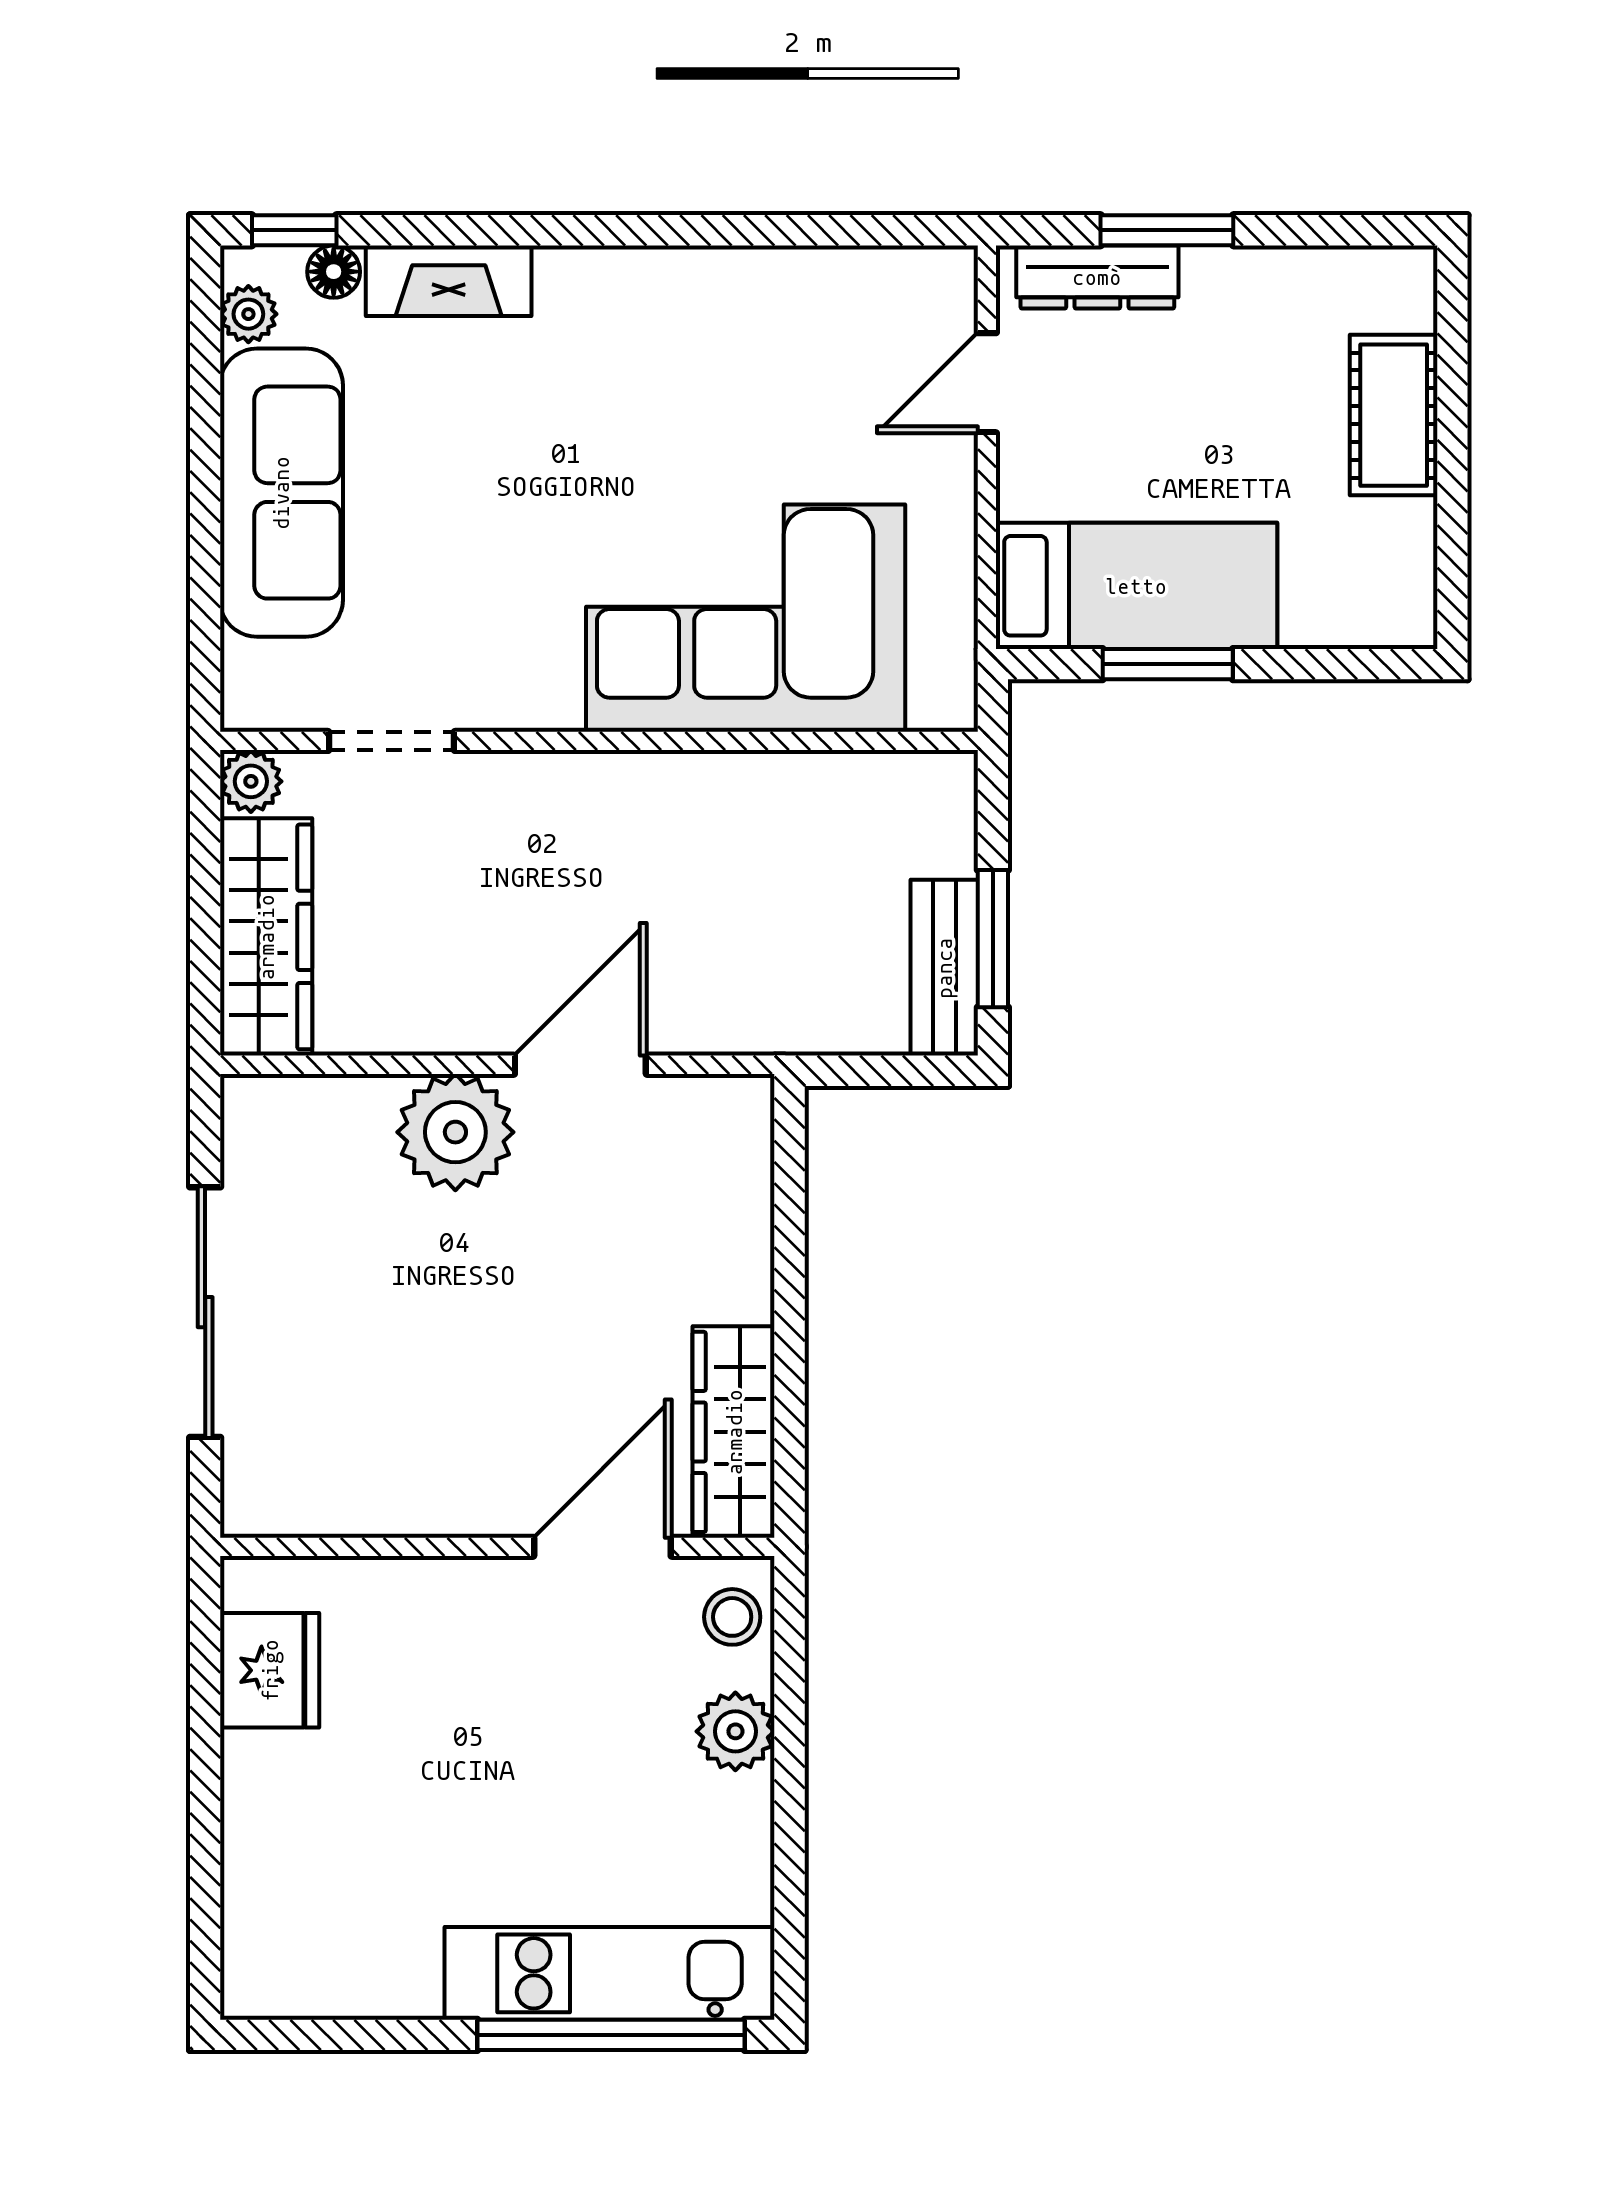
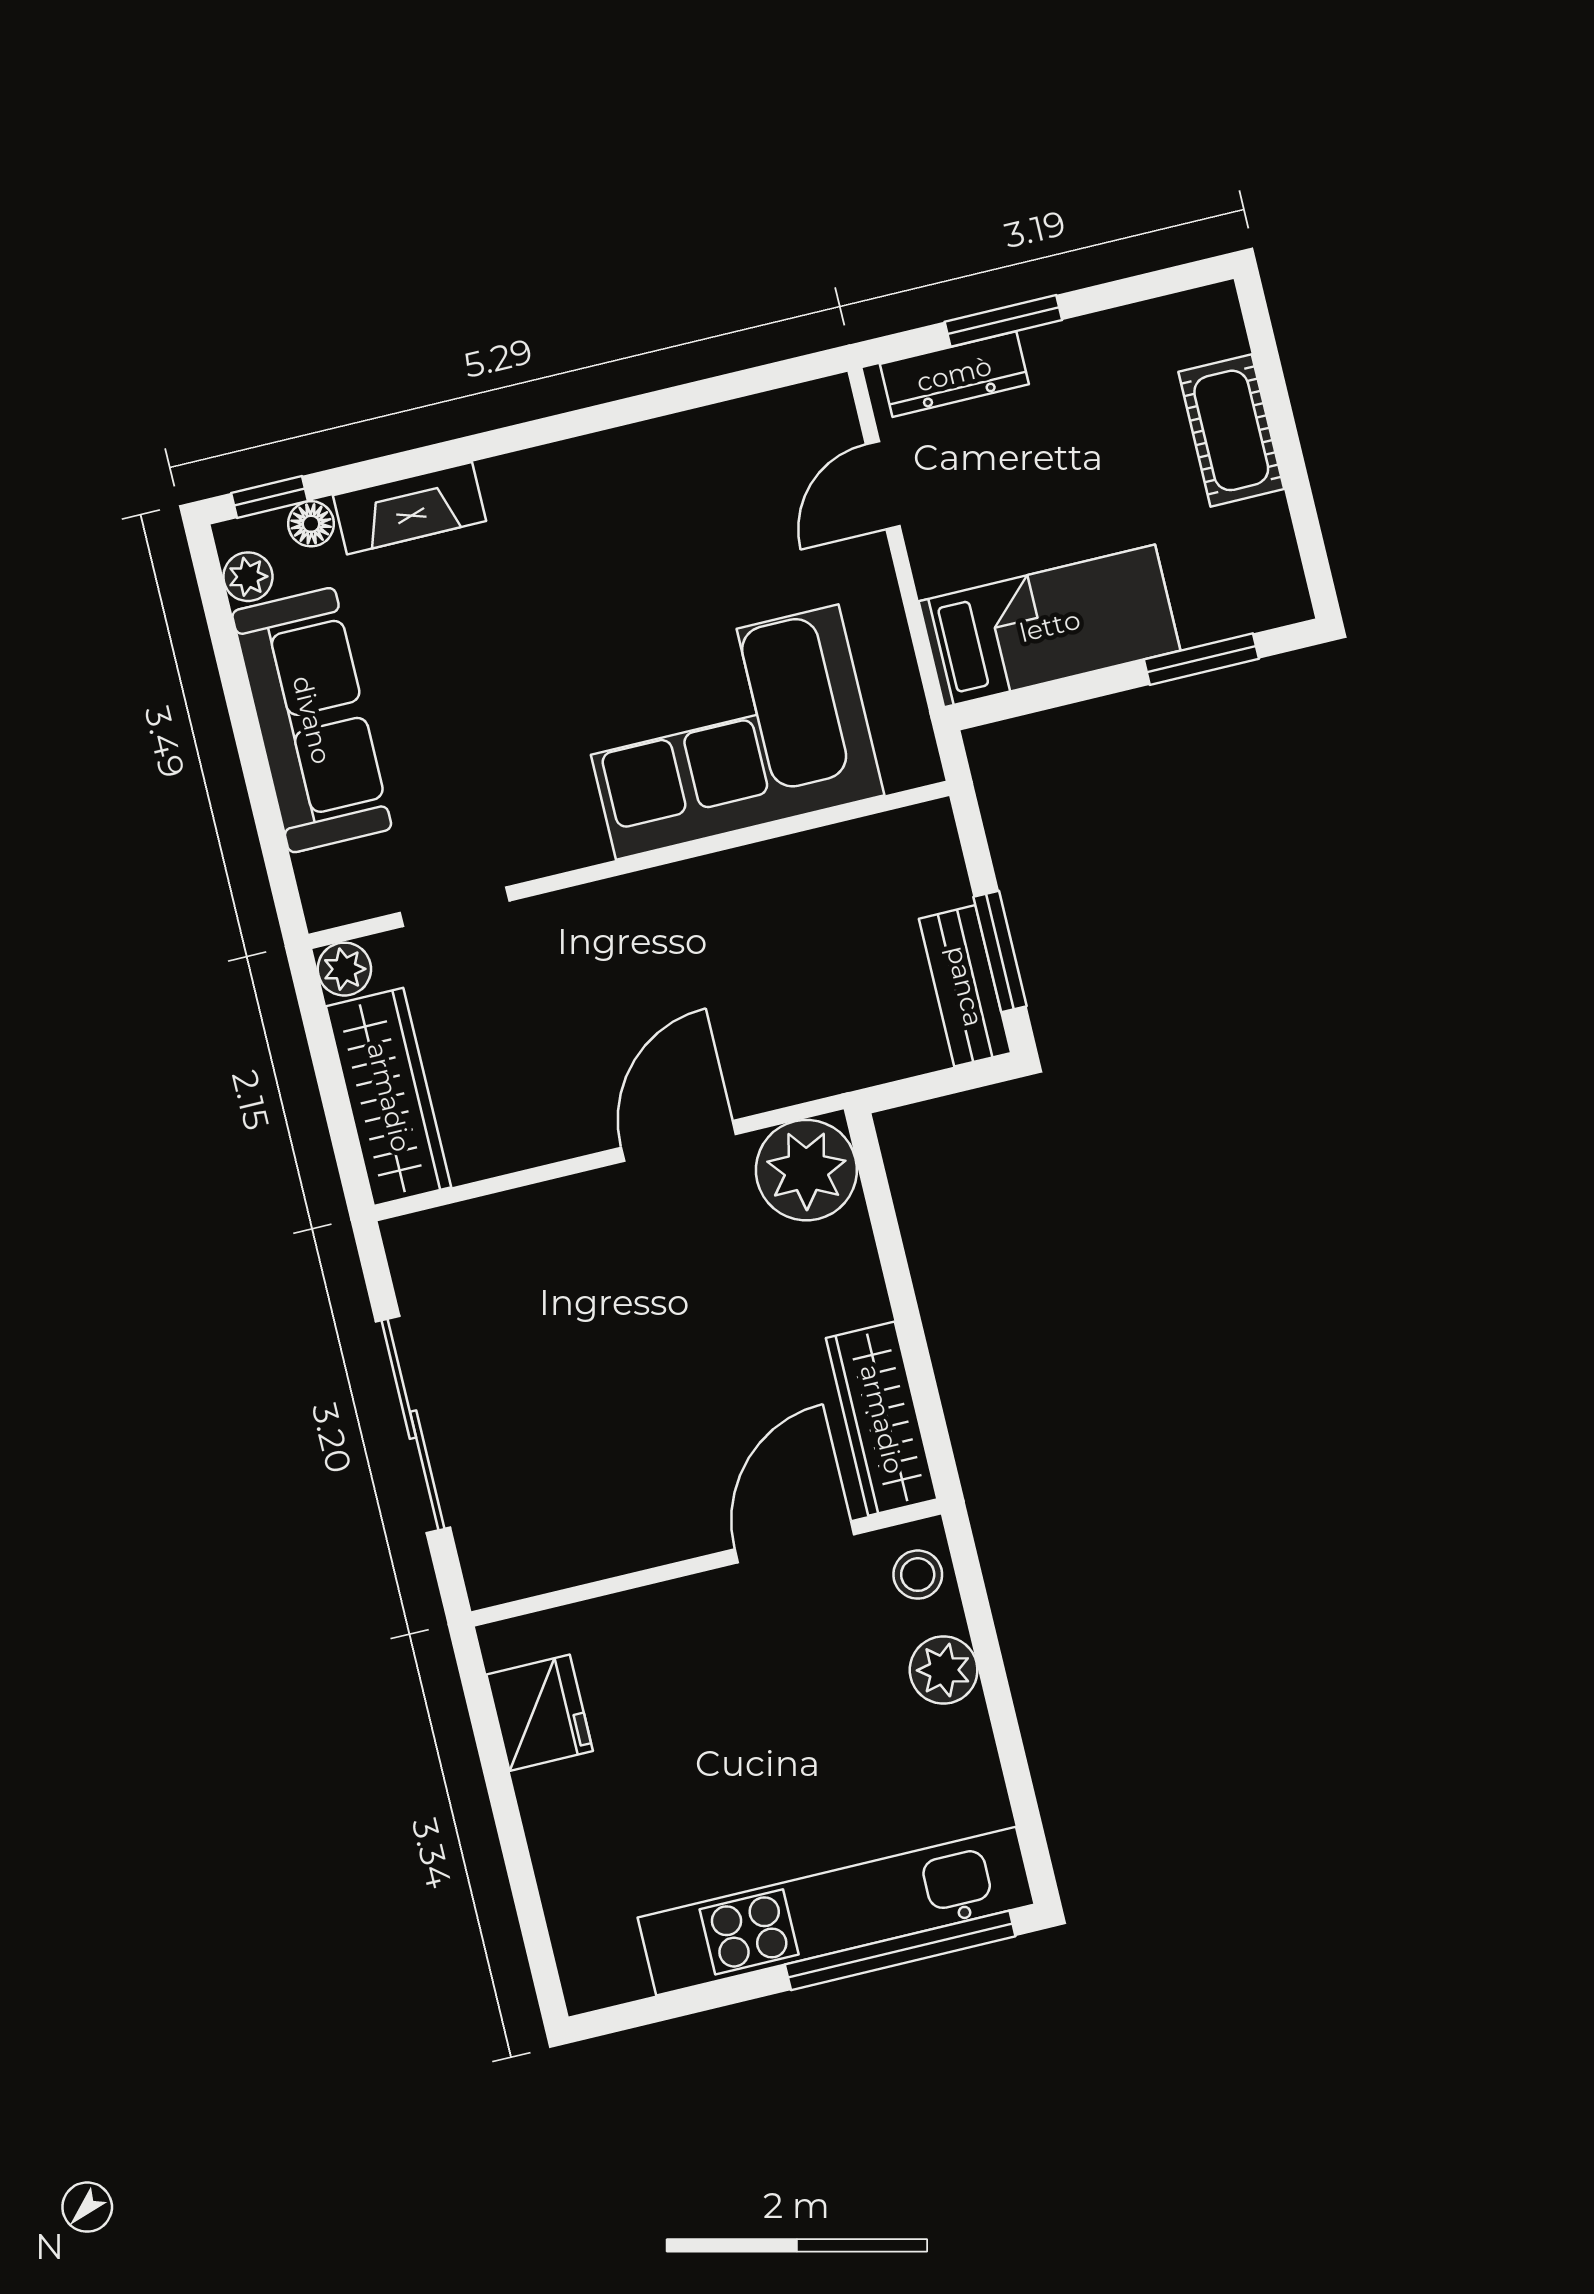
window: (1168, 664) -> (1201, 659), moved
plant: (455, 1132) -> (806, 1170), moved
kitchen unit: (610, 1973) -> (836, 1911), width x1.36

